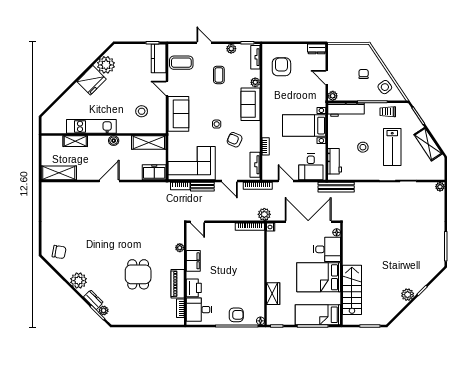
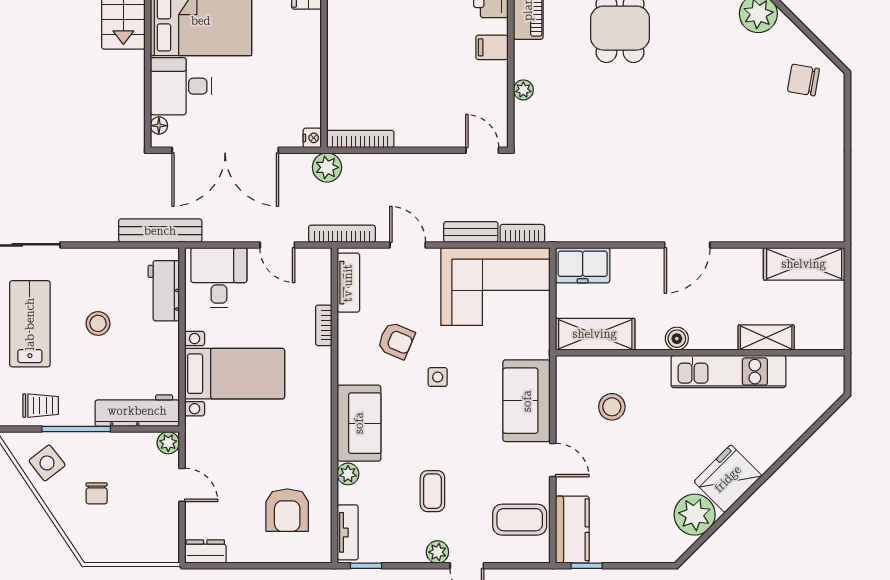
plant: (231, 49) -> (437, 552), moved
filing cabinet: (193, 261) -> (492, 47), width x0.50

